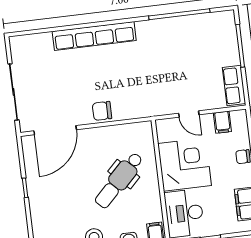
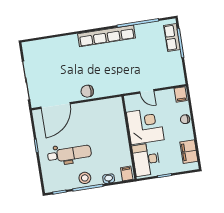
row of seats: (94, 36) -> (107, 36), moved
row of seats: (234, 86) -> (172, 38), moved
filing cabinet: (222, 122) -> (181, 94), moved
dental chair: (119, 180) -> (69, 154), moved, turned -135

